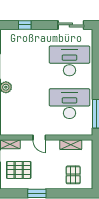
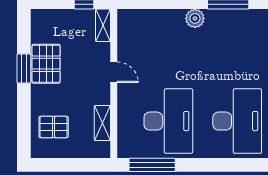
door: (39, 138) -> (114, 72), swing flipped
pallet: (19, 170) -> (46, 64), moved

